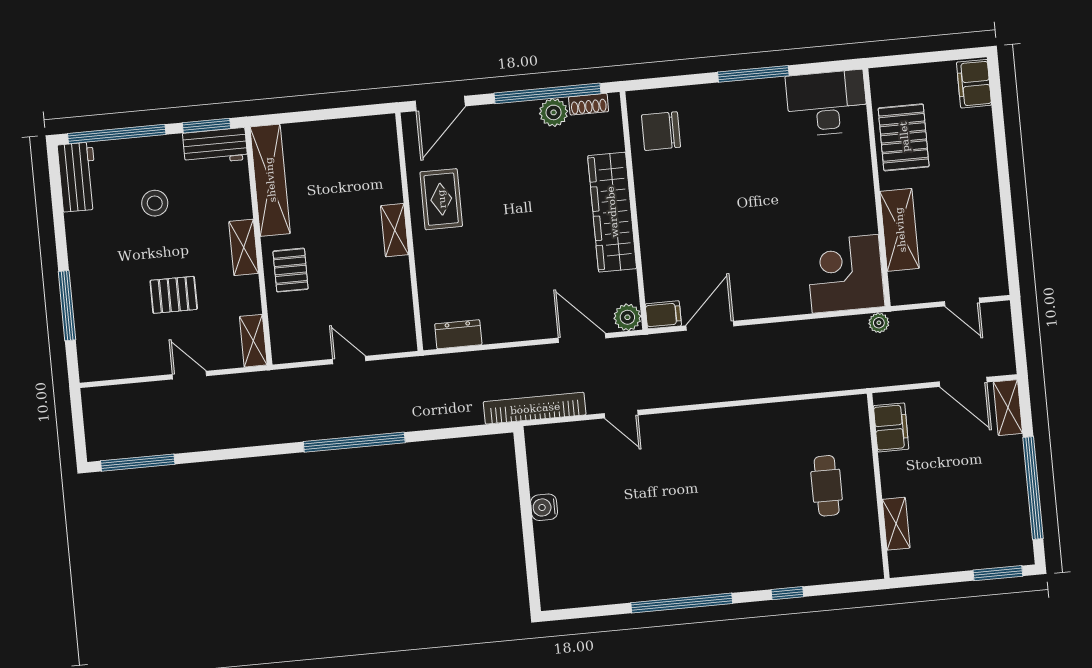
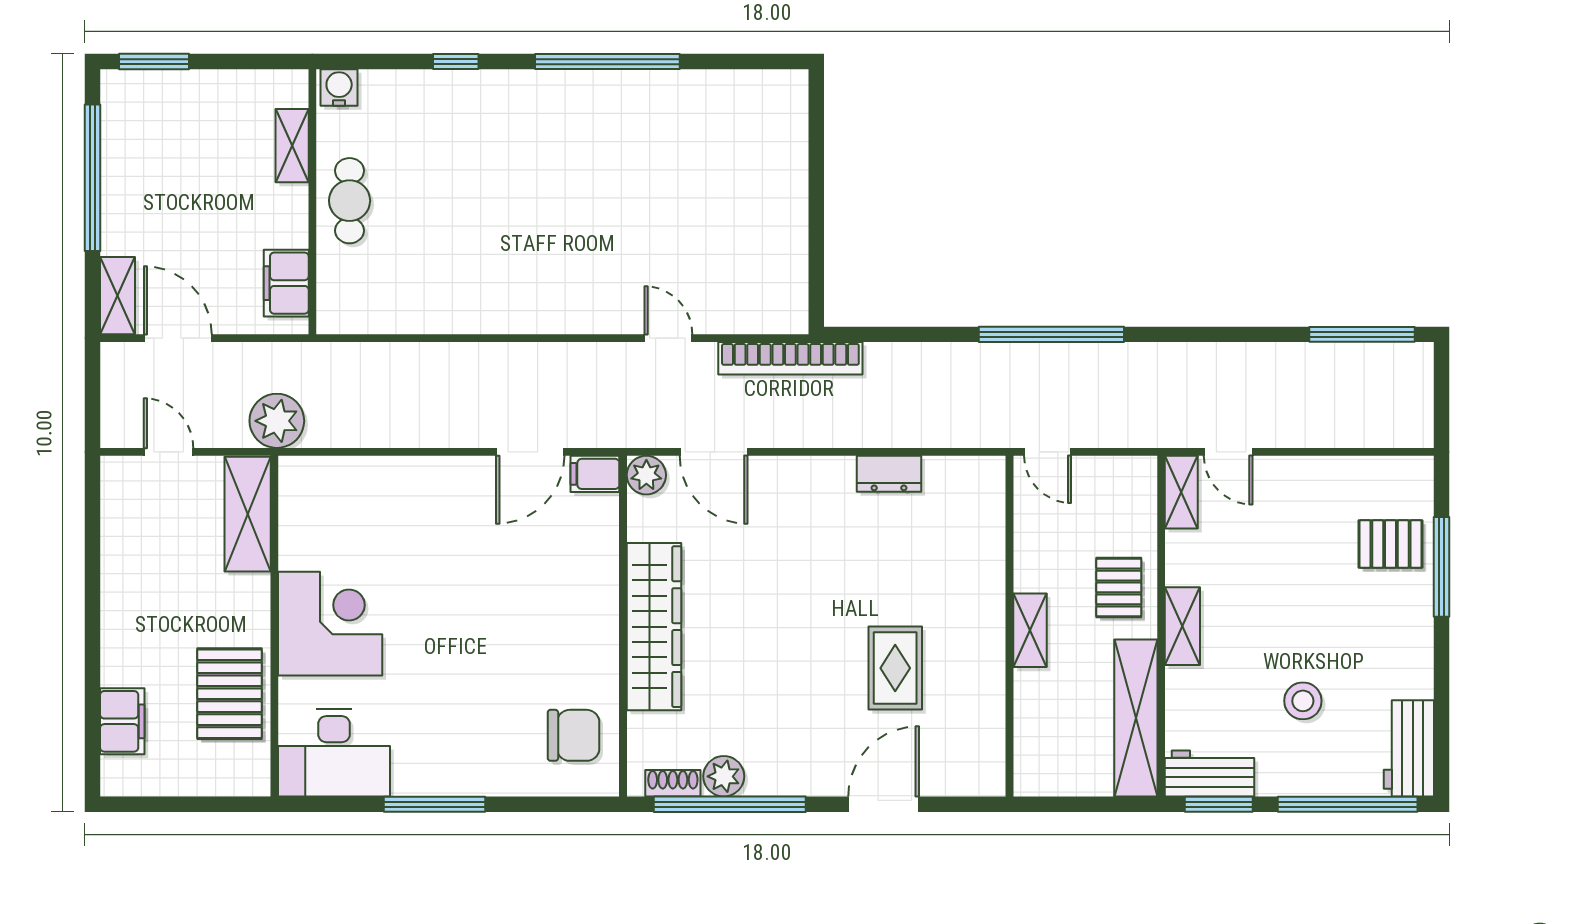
filing cabinet: (974, 84) -> (122, 721), moved
shelving: (395, 230) -> (1030, 630), moved
shelving: (900, 230) -> (248, 514), moved
wall: (409, 232) -> (1009, 626), moved
corner desk: (845, 274) -> (330, 624), moved, turned -90
pallet: (174, 295) -> (1390, 544), moved
plant: (879, 323) -> (277, 421), width x1.88, depth x1.88
door: (189, 375) -> (1228, 452), moved
cafe table: (827, 486) -> (350, 201), moved
water cooler: (544, 507) -> (339, 88), moved, turned -90

